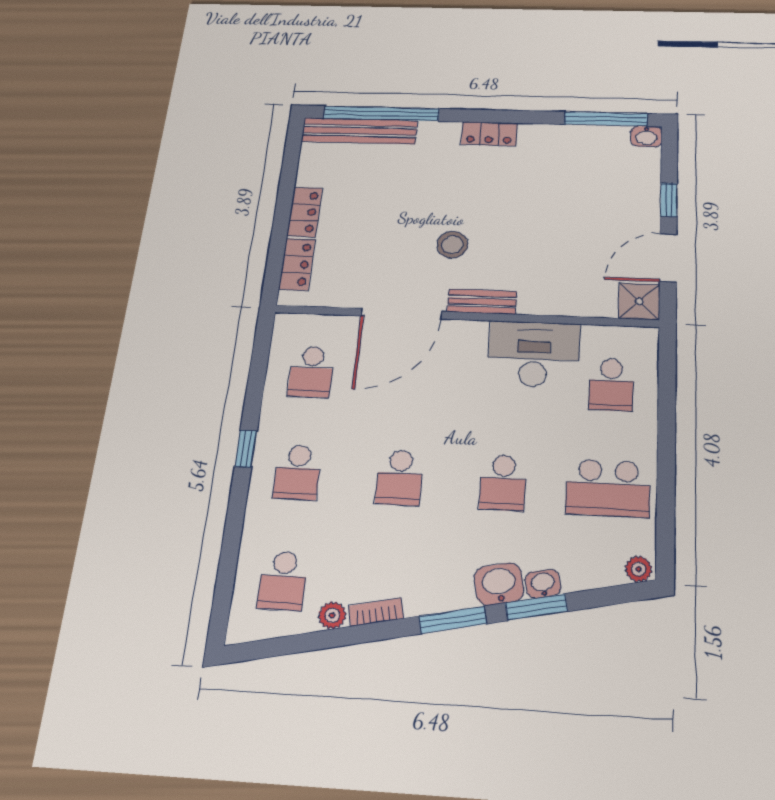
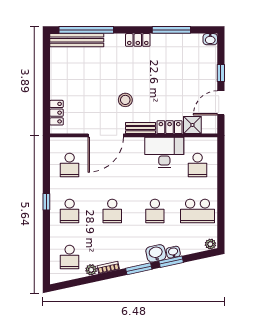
window: (606, 119) -> (171, 30), moved
locker: (305, 212) -> (170, 127), moved, turned -90
shower: (639, 301) -> (192, 125), moved

